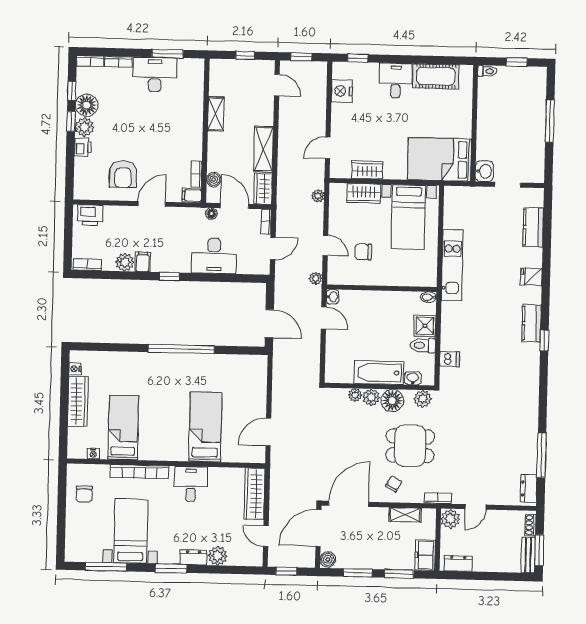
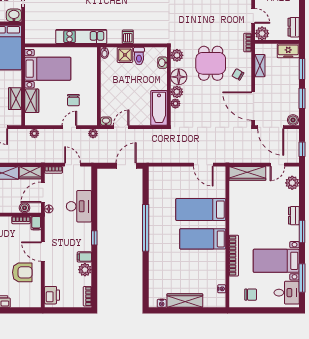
dishwasher: (450, 359) -> (128, 37), moved
bathtub: (379, 372) -> (159, 108), moved
bed: (123, 428) -> (203, 239), moved
desk: (191, 484) -> (287, 293), moved, turned 180
plant: (218, 556) -> (292, 183), moved

